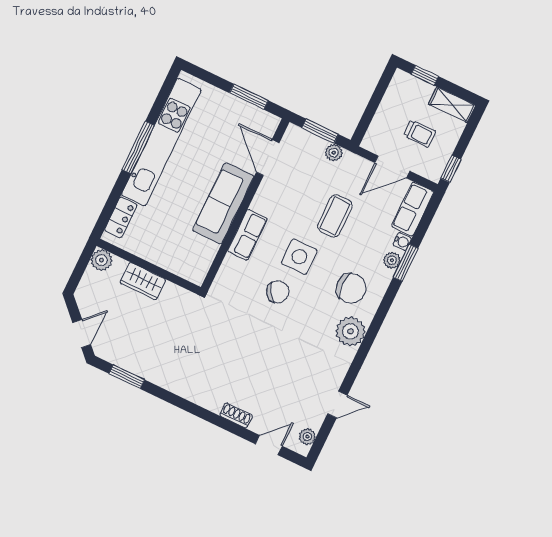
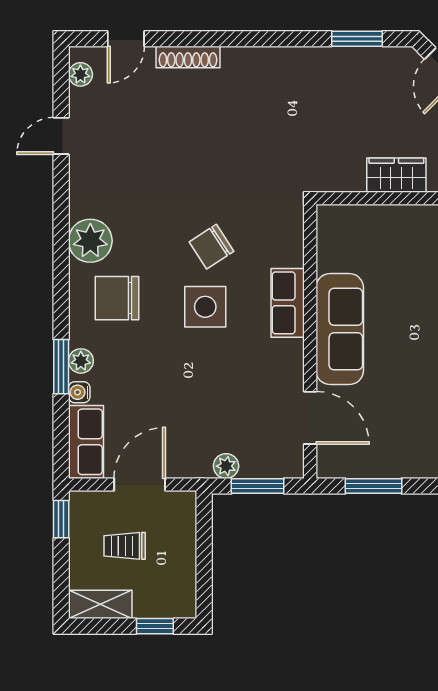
coffee table: (335, 216) -> (184, 383), removed
shoe rack: (236, 415) -> (188, 57), width x1.43

